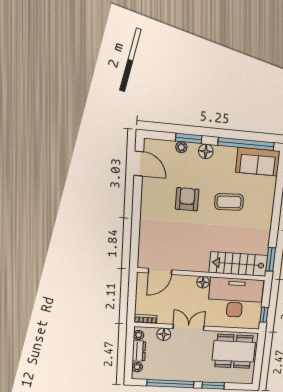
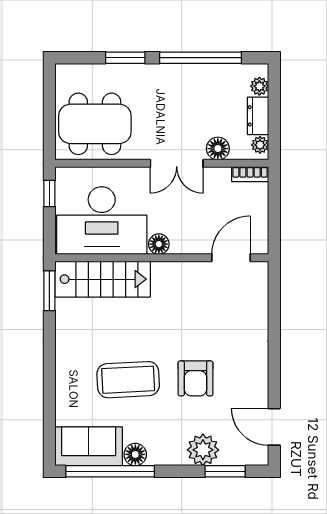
window: (189, 138) -> (225, 471), moved
plant: (181, 147) -> (203, 450), width x1.88, depth x1.88
floor lamp: (206, 151) -> (135, 454), moved
coffee table: (229, 202) -> (128, 380), width x1.36, depth x1.32

